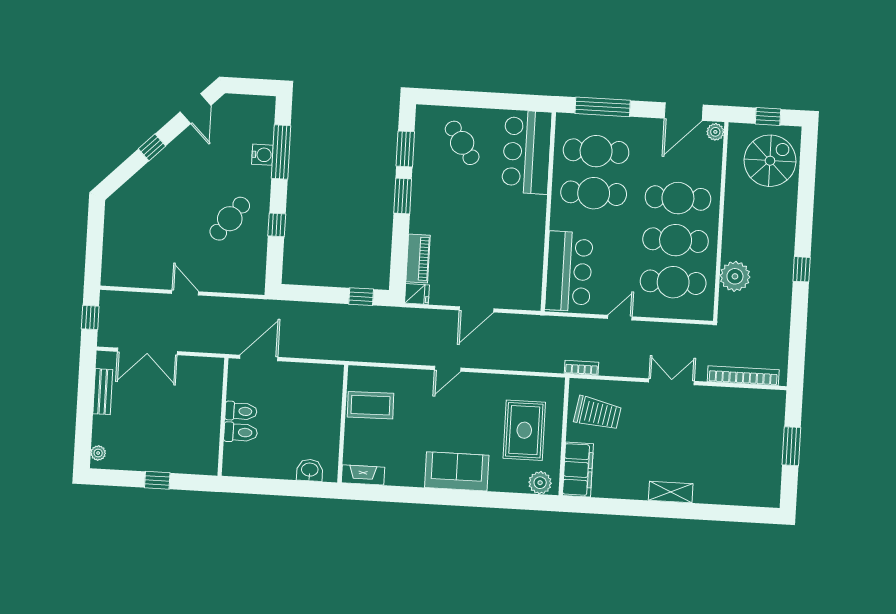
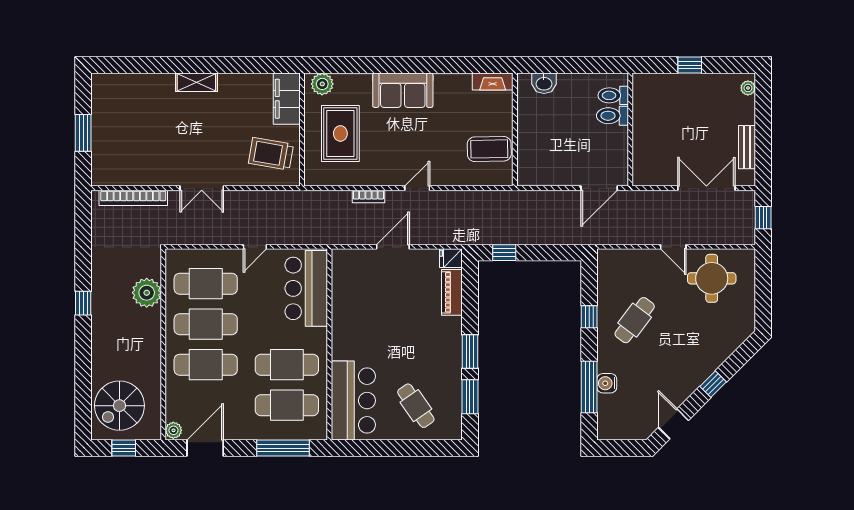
round table: (147, 257) -> (712, 278), added
bookcase: (582, 368) -> (368, 197), moved
toilet: (241, 411) -> (613, 95), moved

